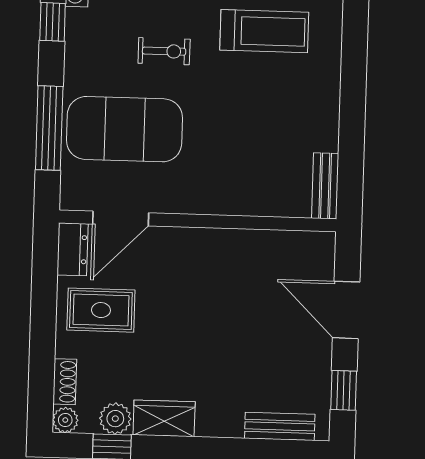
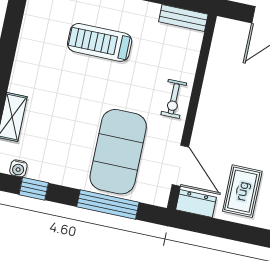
treadmill: (264, 31) -> (100, 42), moved, turned -90
exercise bike: (164, 51) -> (174, 99), moved, turned 180

